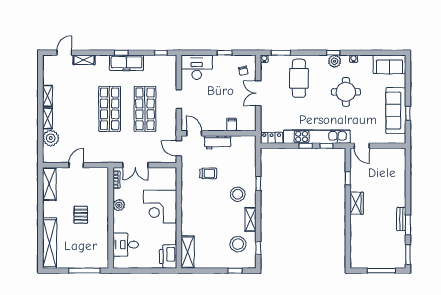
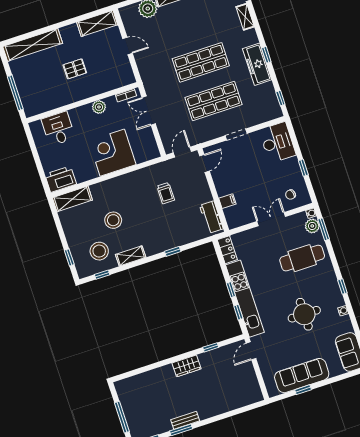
plant: (335, 61) -> (312, 226), moved
workbench: (218, 142) -> (211, 217), moved
stool: (238, 194) -> (113, 220), moved

